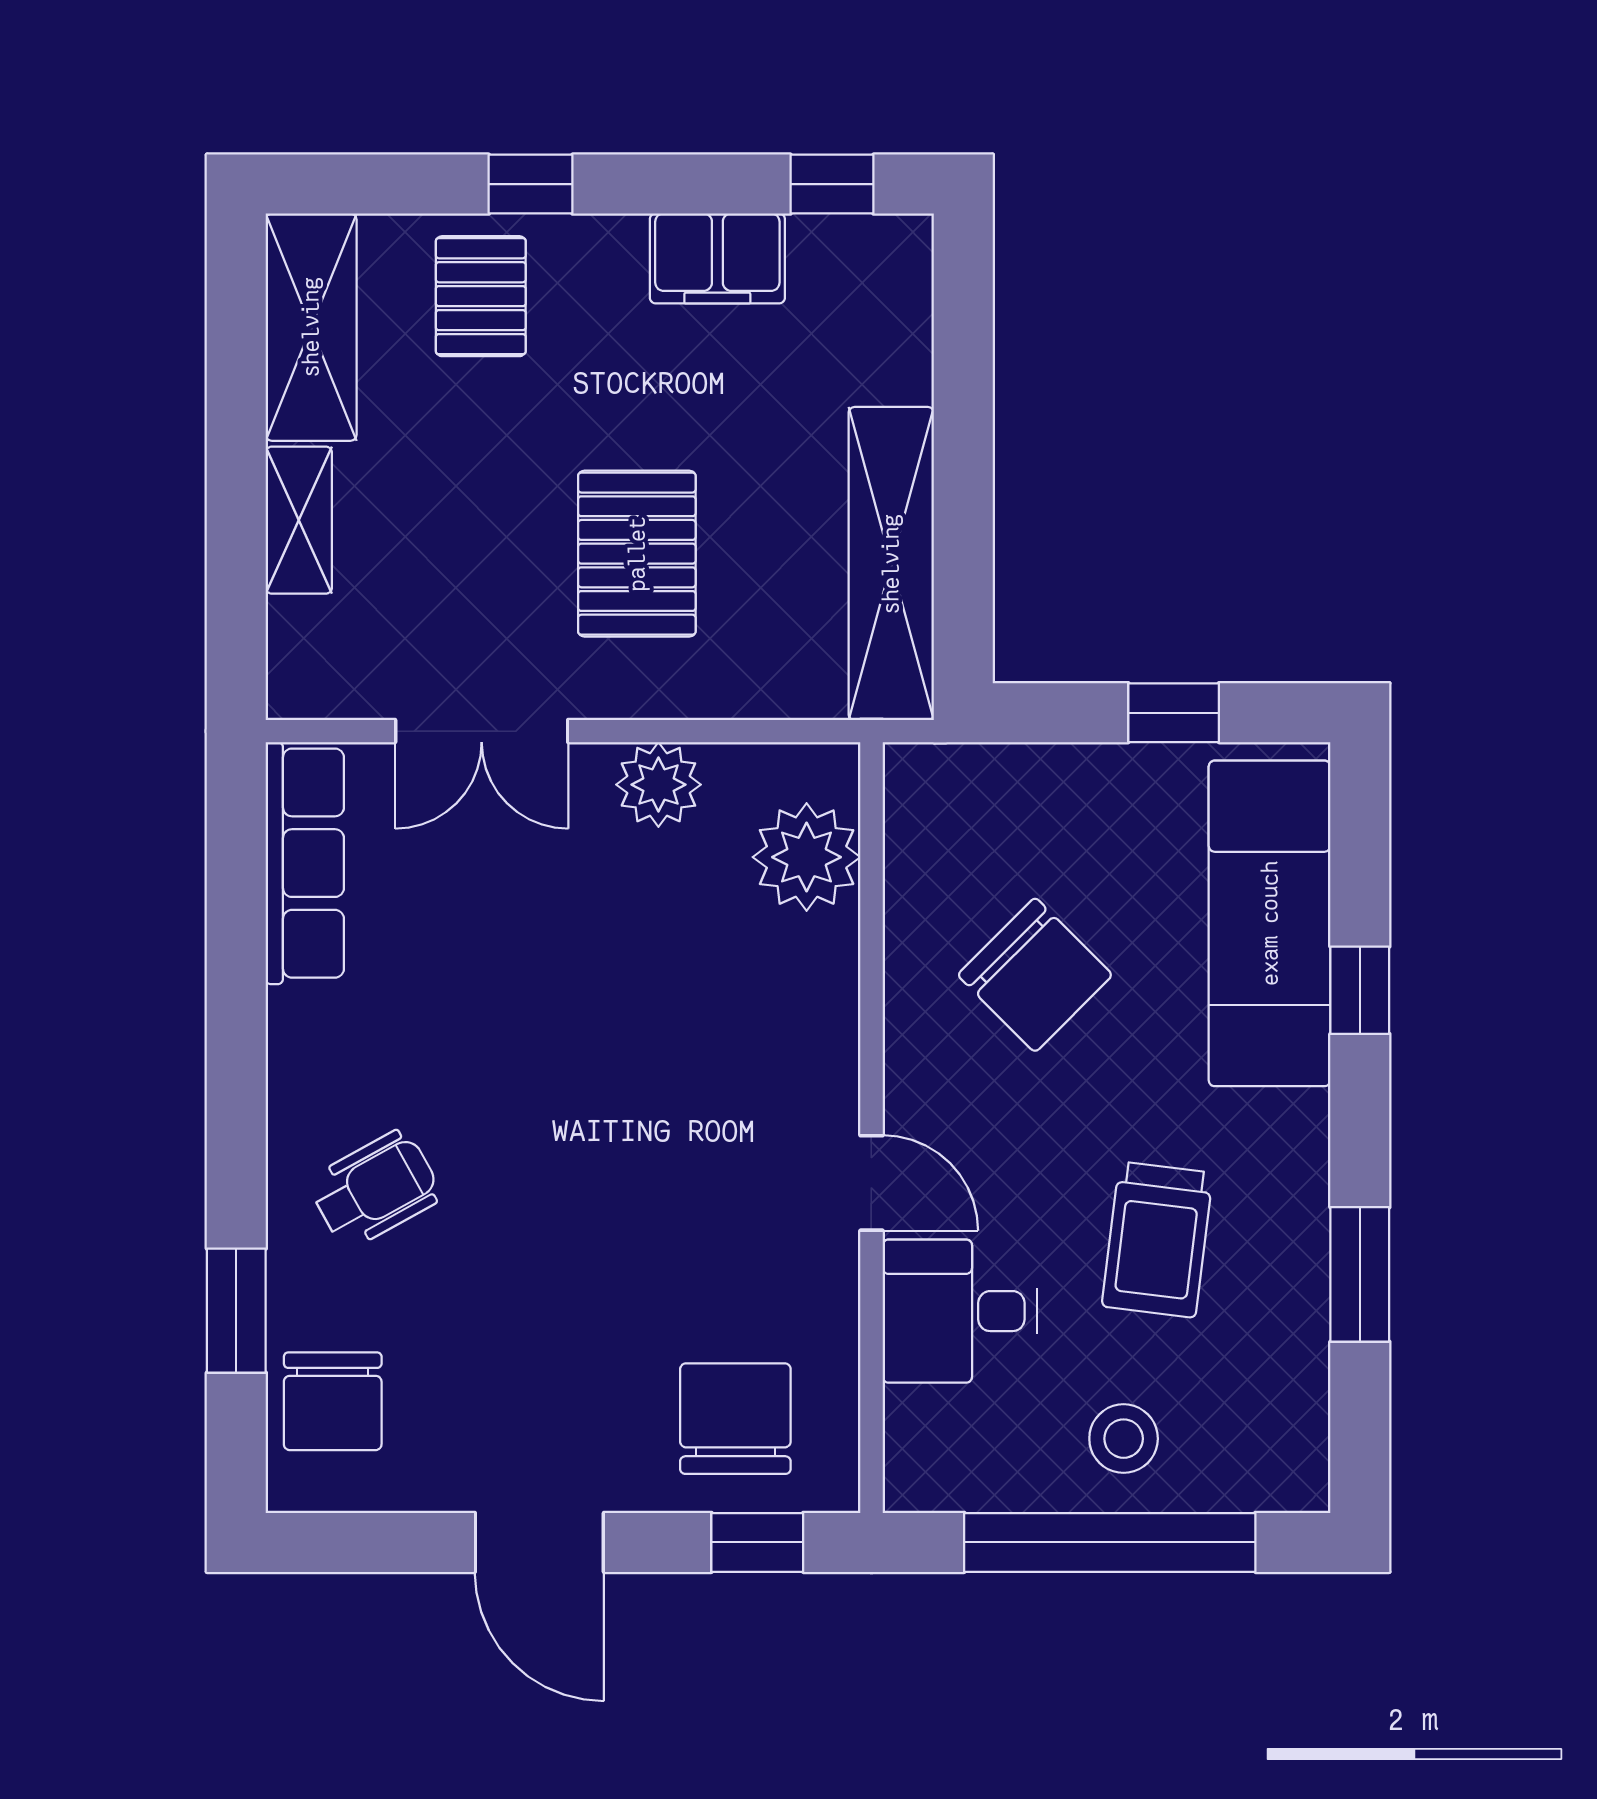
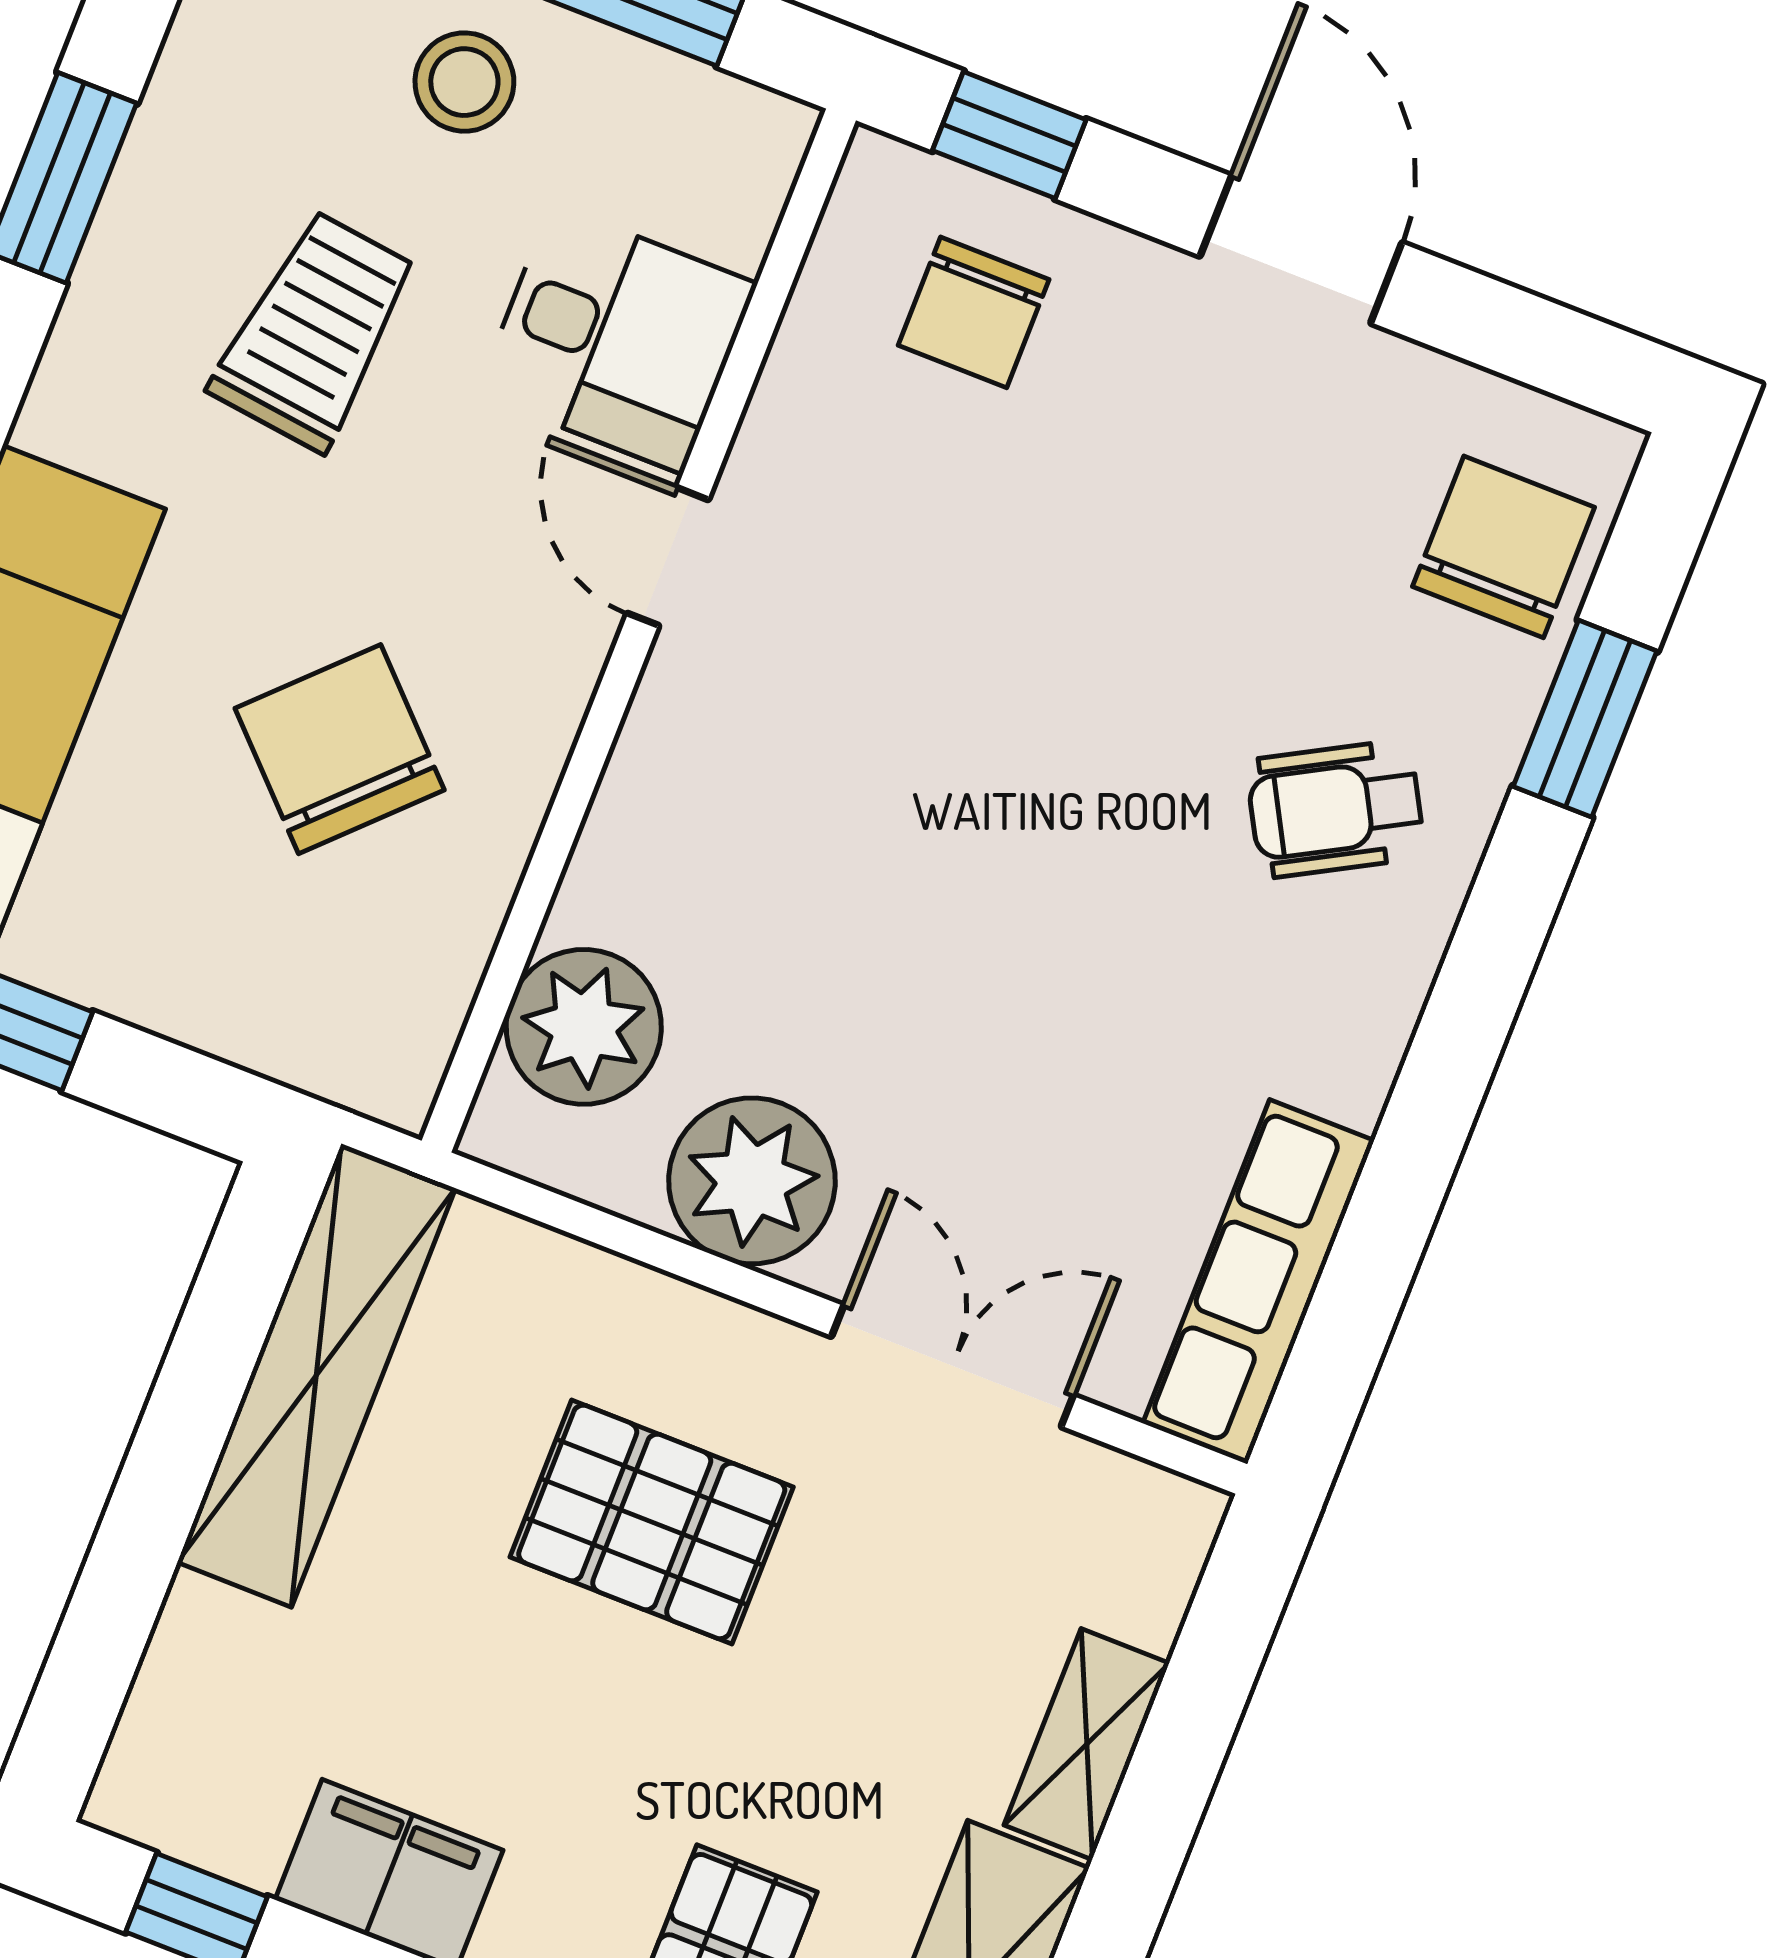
pallet: (637, 554) -> (652, 1522), turned 90
plant: (658, 785) -> (752, 1181), width x1.36, depth x1.36
chair: (735, 1419) -> (974, 312), width x0.73, depth x0.73

